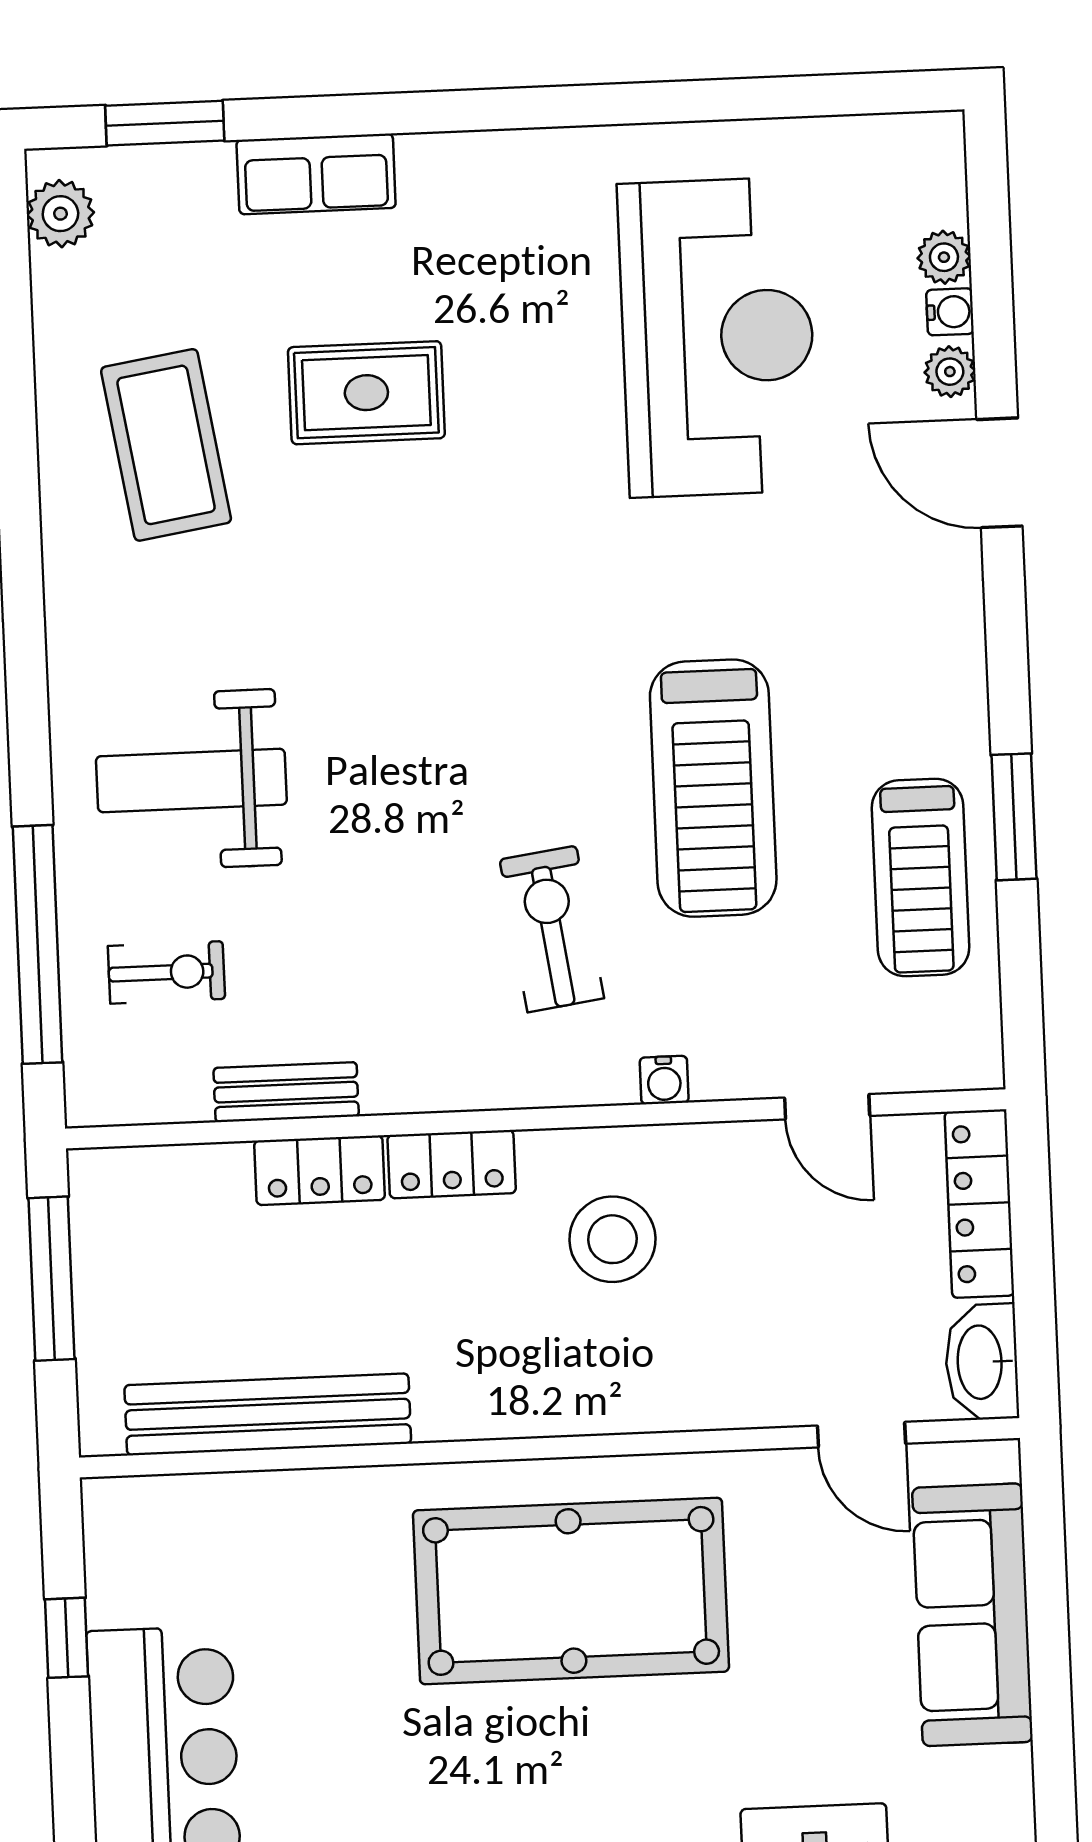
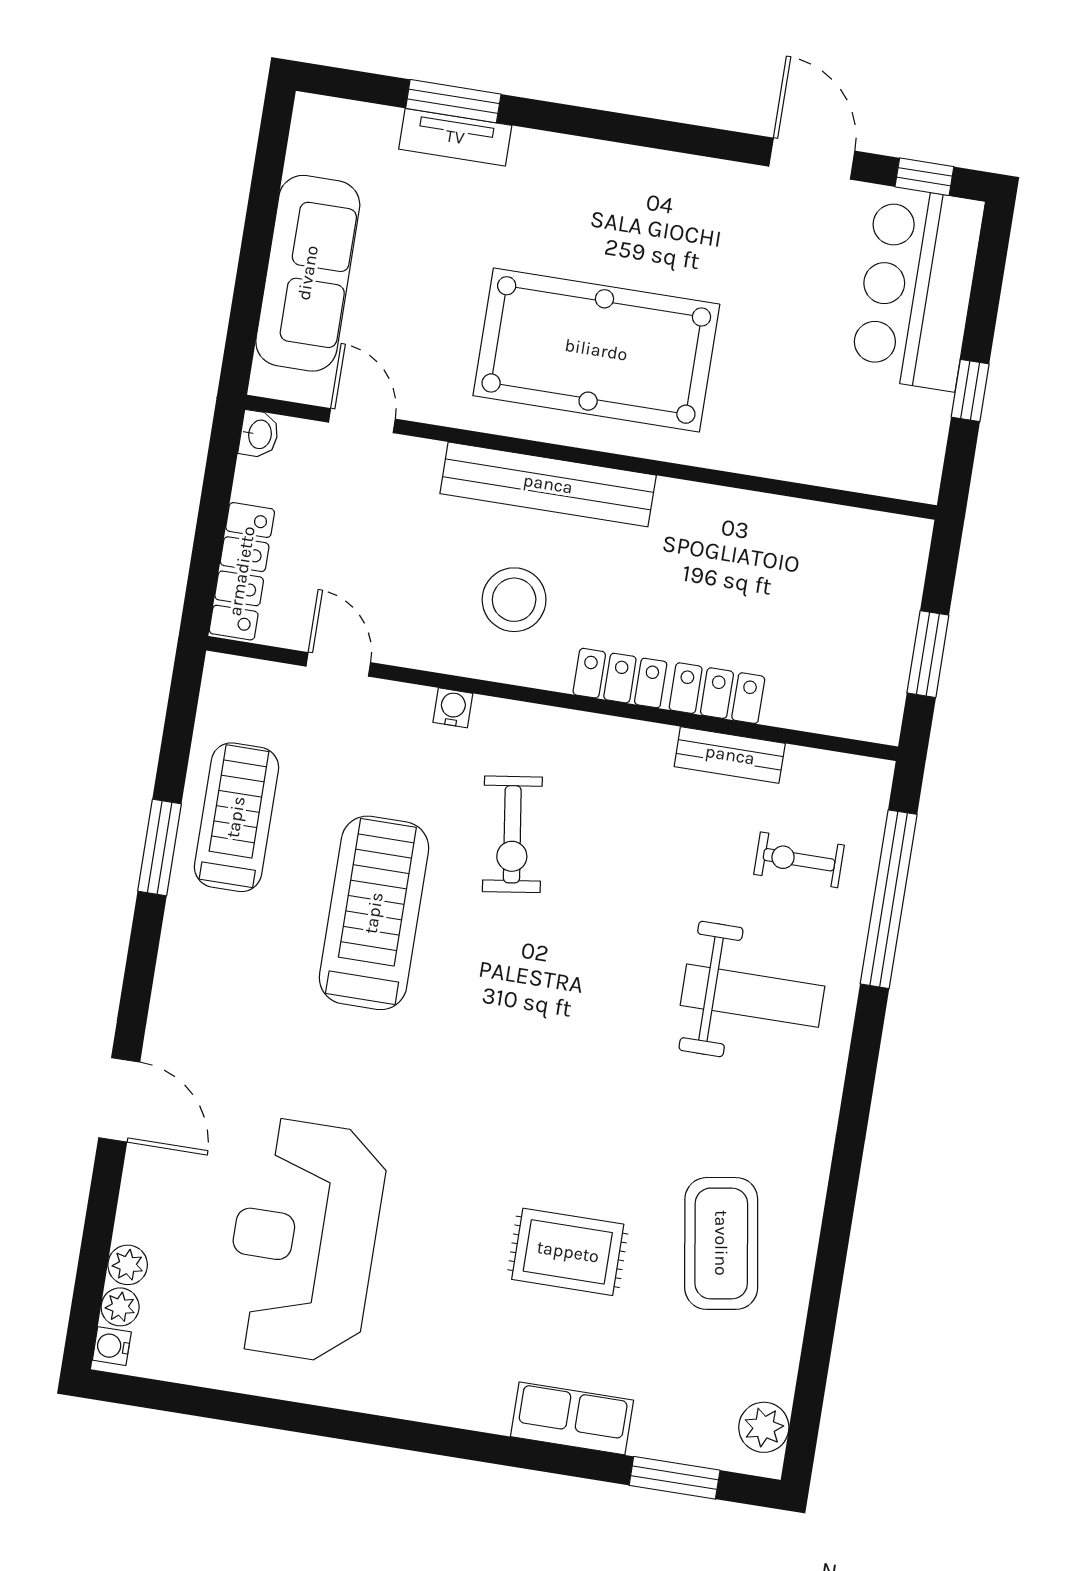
water cooler: (950, 312) -> (112, 1346), moved
plant: (950, 372) -> (120, 1307), moved
window: (52, 1279) -> (928, 654), width x0.69
washbasin: (982, 1362) -> (259, 434), width x0.52, depth x0.69
bench: (268, 1414) -> (548, 484), moved

